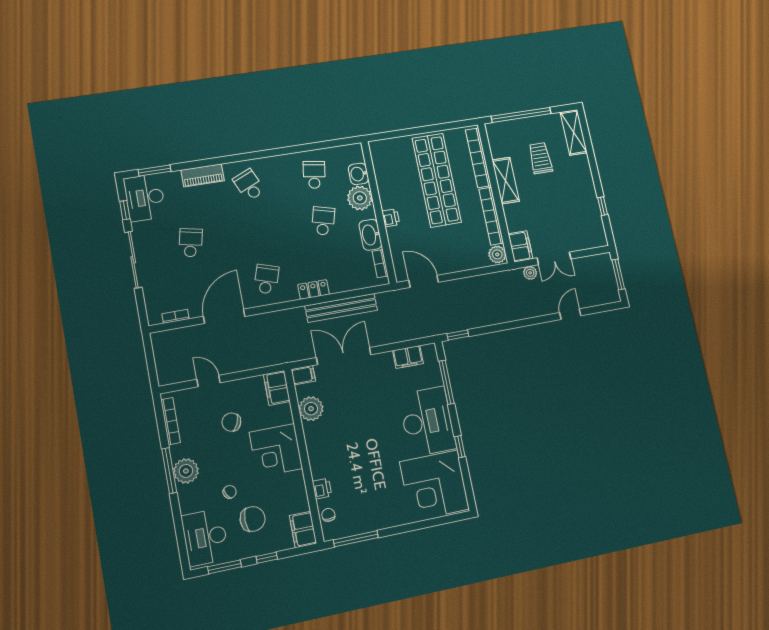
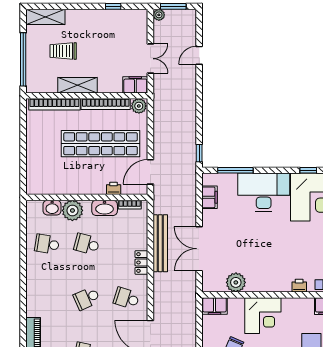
shop shelf: (437, 180) -> (101, 144), moved
school desk: (249, 185) -> (87, 298), moved
printer: (391, 218) -> (114, 188), moved
plant: (530, 273) -> (159, 15), moved
door: (570, 314) -> (199, 55), hinge flipped
filing cabinet: (303, 375) -> (208, 284), removed
window: (460, 447) -> (308, 170), moved

